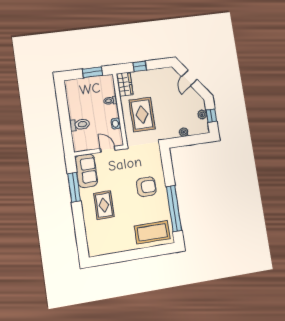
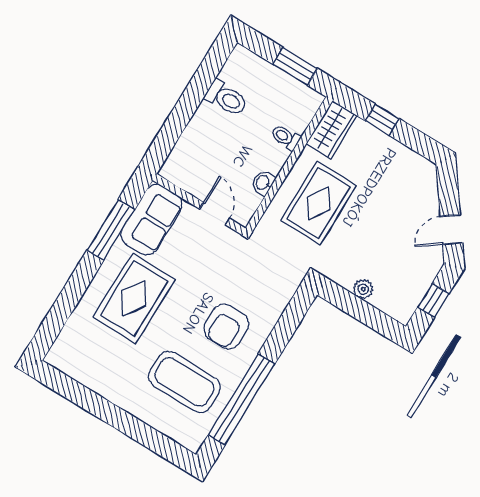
door: (189, 78) -> (451, 230), moved
plant: (202, 114) -> (419, 286), removed
toilet: (80, 125) -> (226, 98), moved
armchair: (146, 187) -> (226, 326), turned 90
rug: (104, 205) -> (134, 298), width x1.36, depth x1.43
coffee table: (152, 232) -> (184, 382), moved

